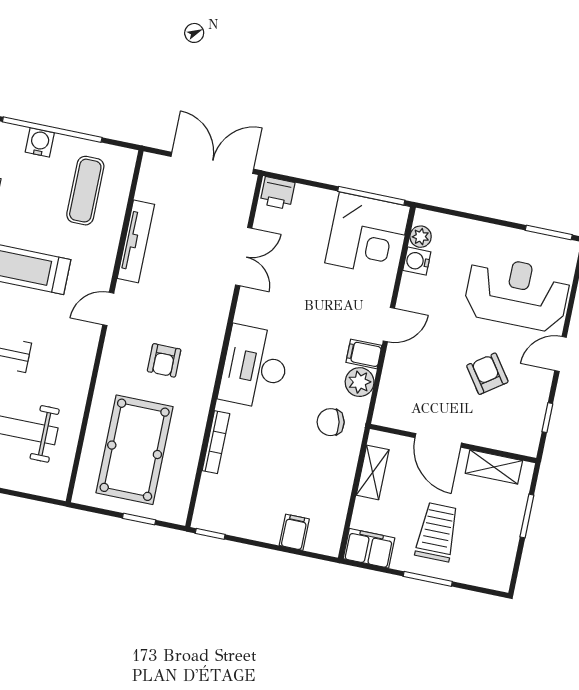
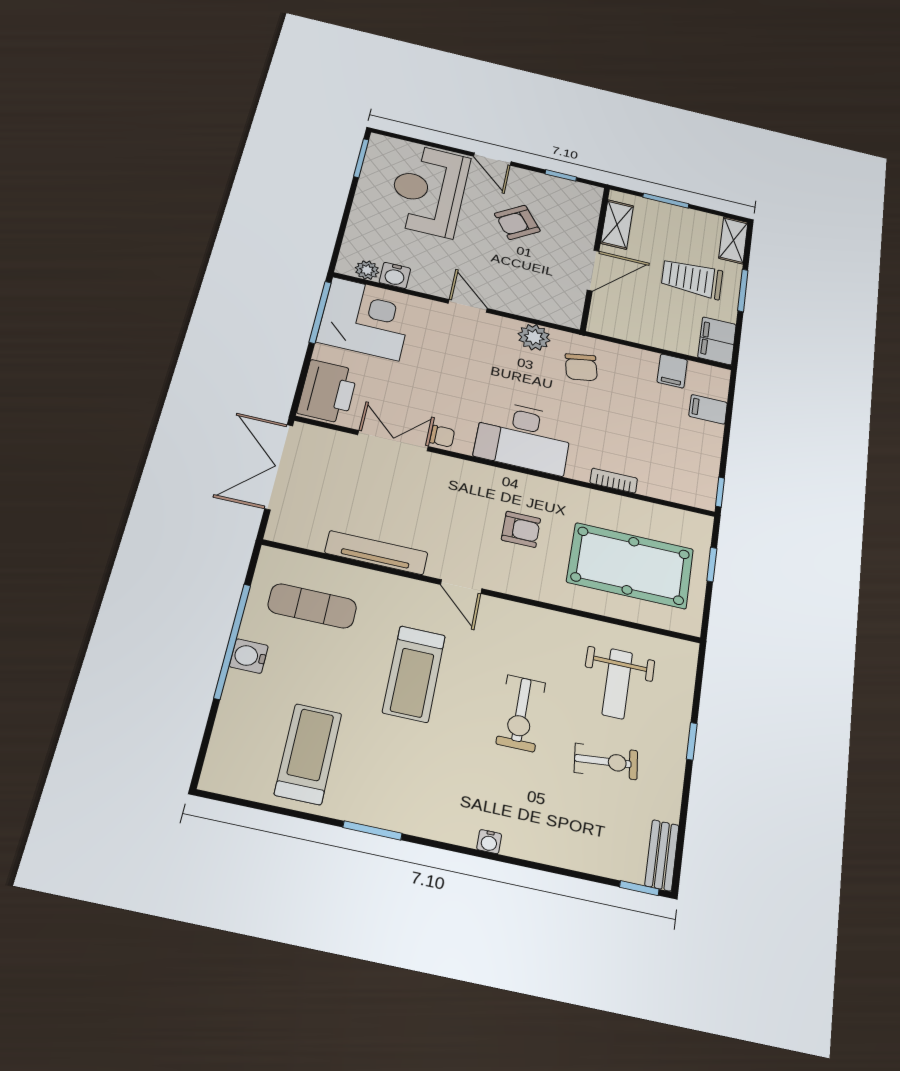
printer: (277, 193) -> (328, 392), width x1.87, depth x1.48
chair: (251, 298) -> (442, 436), added
filing cabinet: (364, 354) -> (672, 371), moved
bookcase: (216, 442) -> (614, 481), width x0.64
shelving: (373, 472) -> (733, 240), moved, turned 90

